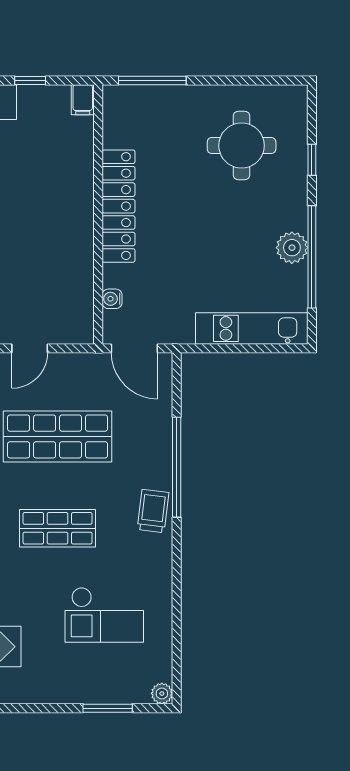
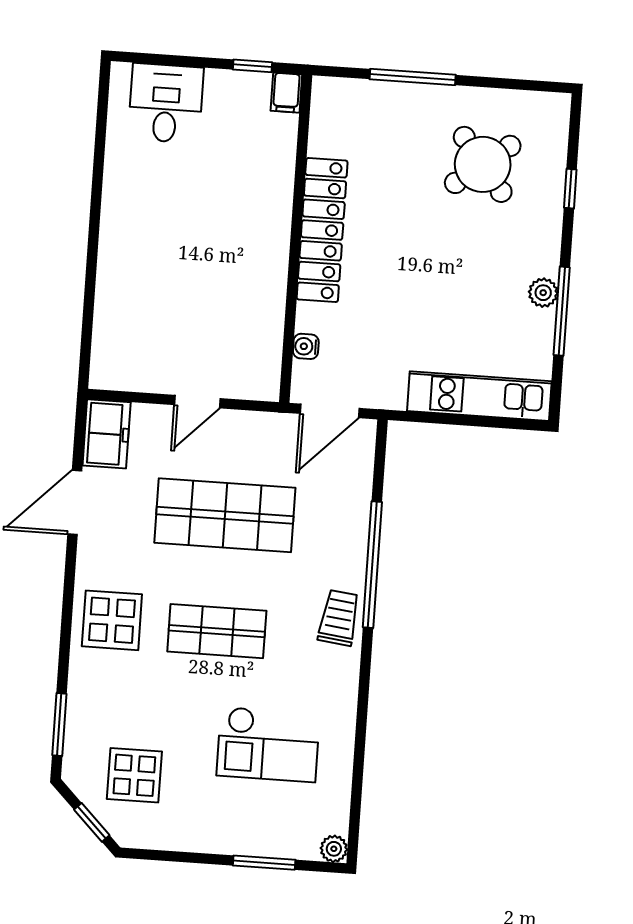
window: (30, 80) -> (252, 66), moved
window: (152, 80) -> (413, 77), moved
round table: (242, 146) -> (483, 164), turned -38
plant: (292, 248) -> (543, 293), width x0.73, depth x0.73
window: (312, 257) -> (562, 311), width x0.68
door: (134, 348) -> (330, 411), hinge flipped

